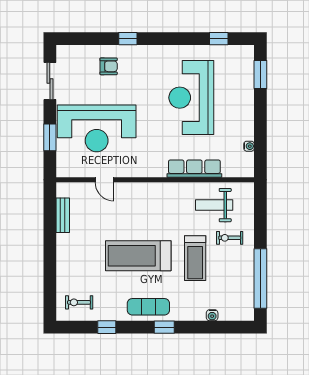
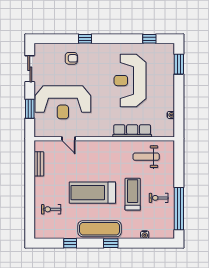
exercise bike: (230, 238) -> (159, 198), moved
treadmill: (195, 258) -> (133, 194), turned 180
exercise bike: (79, 302) -> (51, 209), moved
exercise mat: (148, 307) -> (100, 229), width x1.36, depth x1.45

